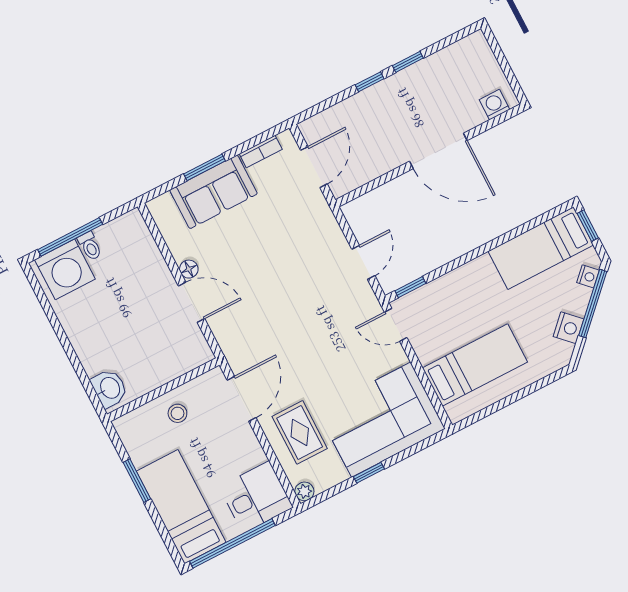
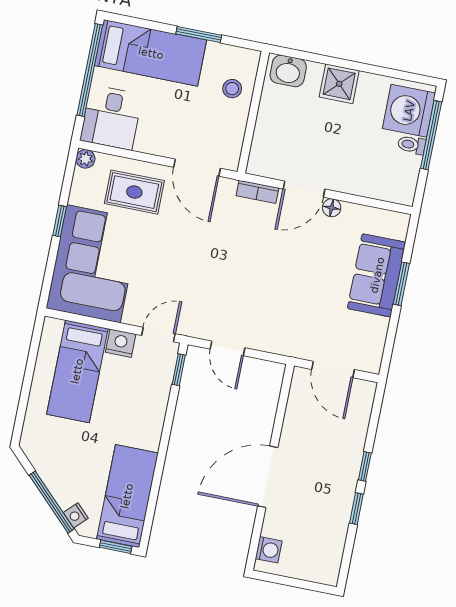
bookcase: (261, 152) -> (257, 192), moved, turned -90
nightstand: (568, 328) -> (121, 343), moved, turned 135
shower: (88, 341) -> (339, 84), added
stool: (177, 413) -> (232, 89), moved

